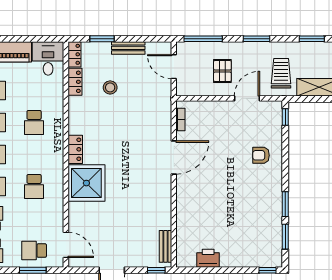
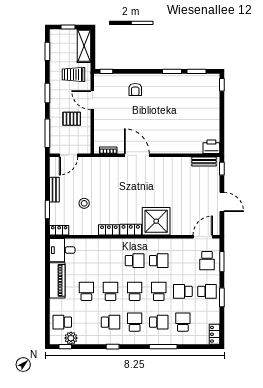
locker: (75, 82) -> (109, 230), moved
school desk: (34, 122) -> (135, 261), moved
printer: (208, 258) -> (211, 147), moved, turned 90

